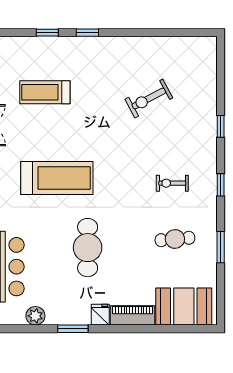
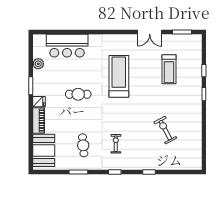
treadmill: (45, 92) -> (169, 69), turned 180
treadmill: (57, 178) -> (119, 76), turned 180
cafe table: (88, 248) -> (78, 94), width x0.73, depth x0.74

